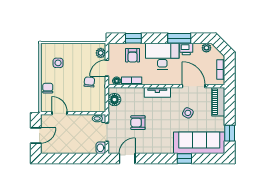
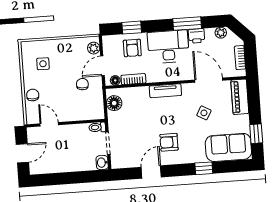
armchair: (138, 123) -> (169, 142), moved
sofa: (199, 143) -> (228, 147), width x0.73
door: (127, 159) -> (151, 172), moved

